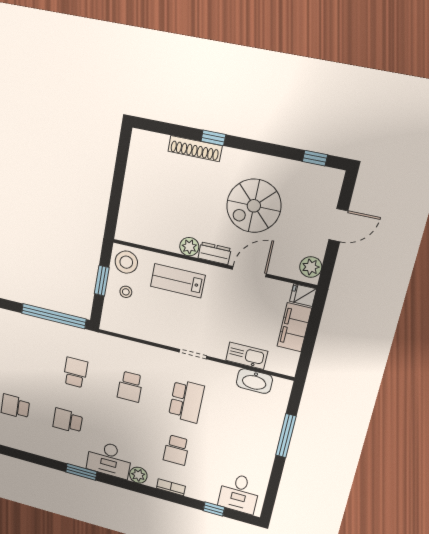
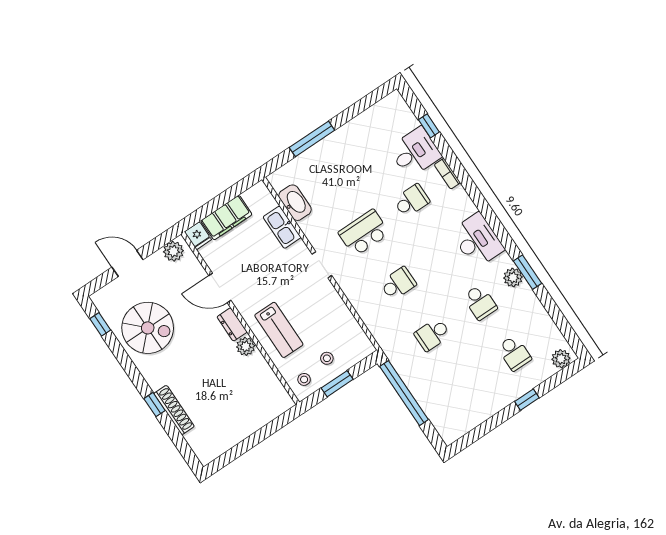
spiral stairs: (254, 206) -> (148, 328), moved
stool: (126, 262) -> (304, 379), width x0.53, depth x0.53
window: (81, 472) -> (528, 272), moved
plant: (138, 475) -> (513, 277), moved
desk: (239, 493) -> (415, 152), moved

